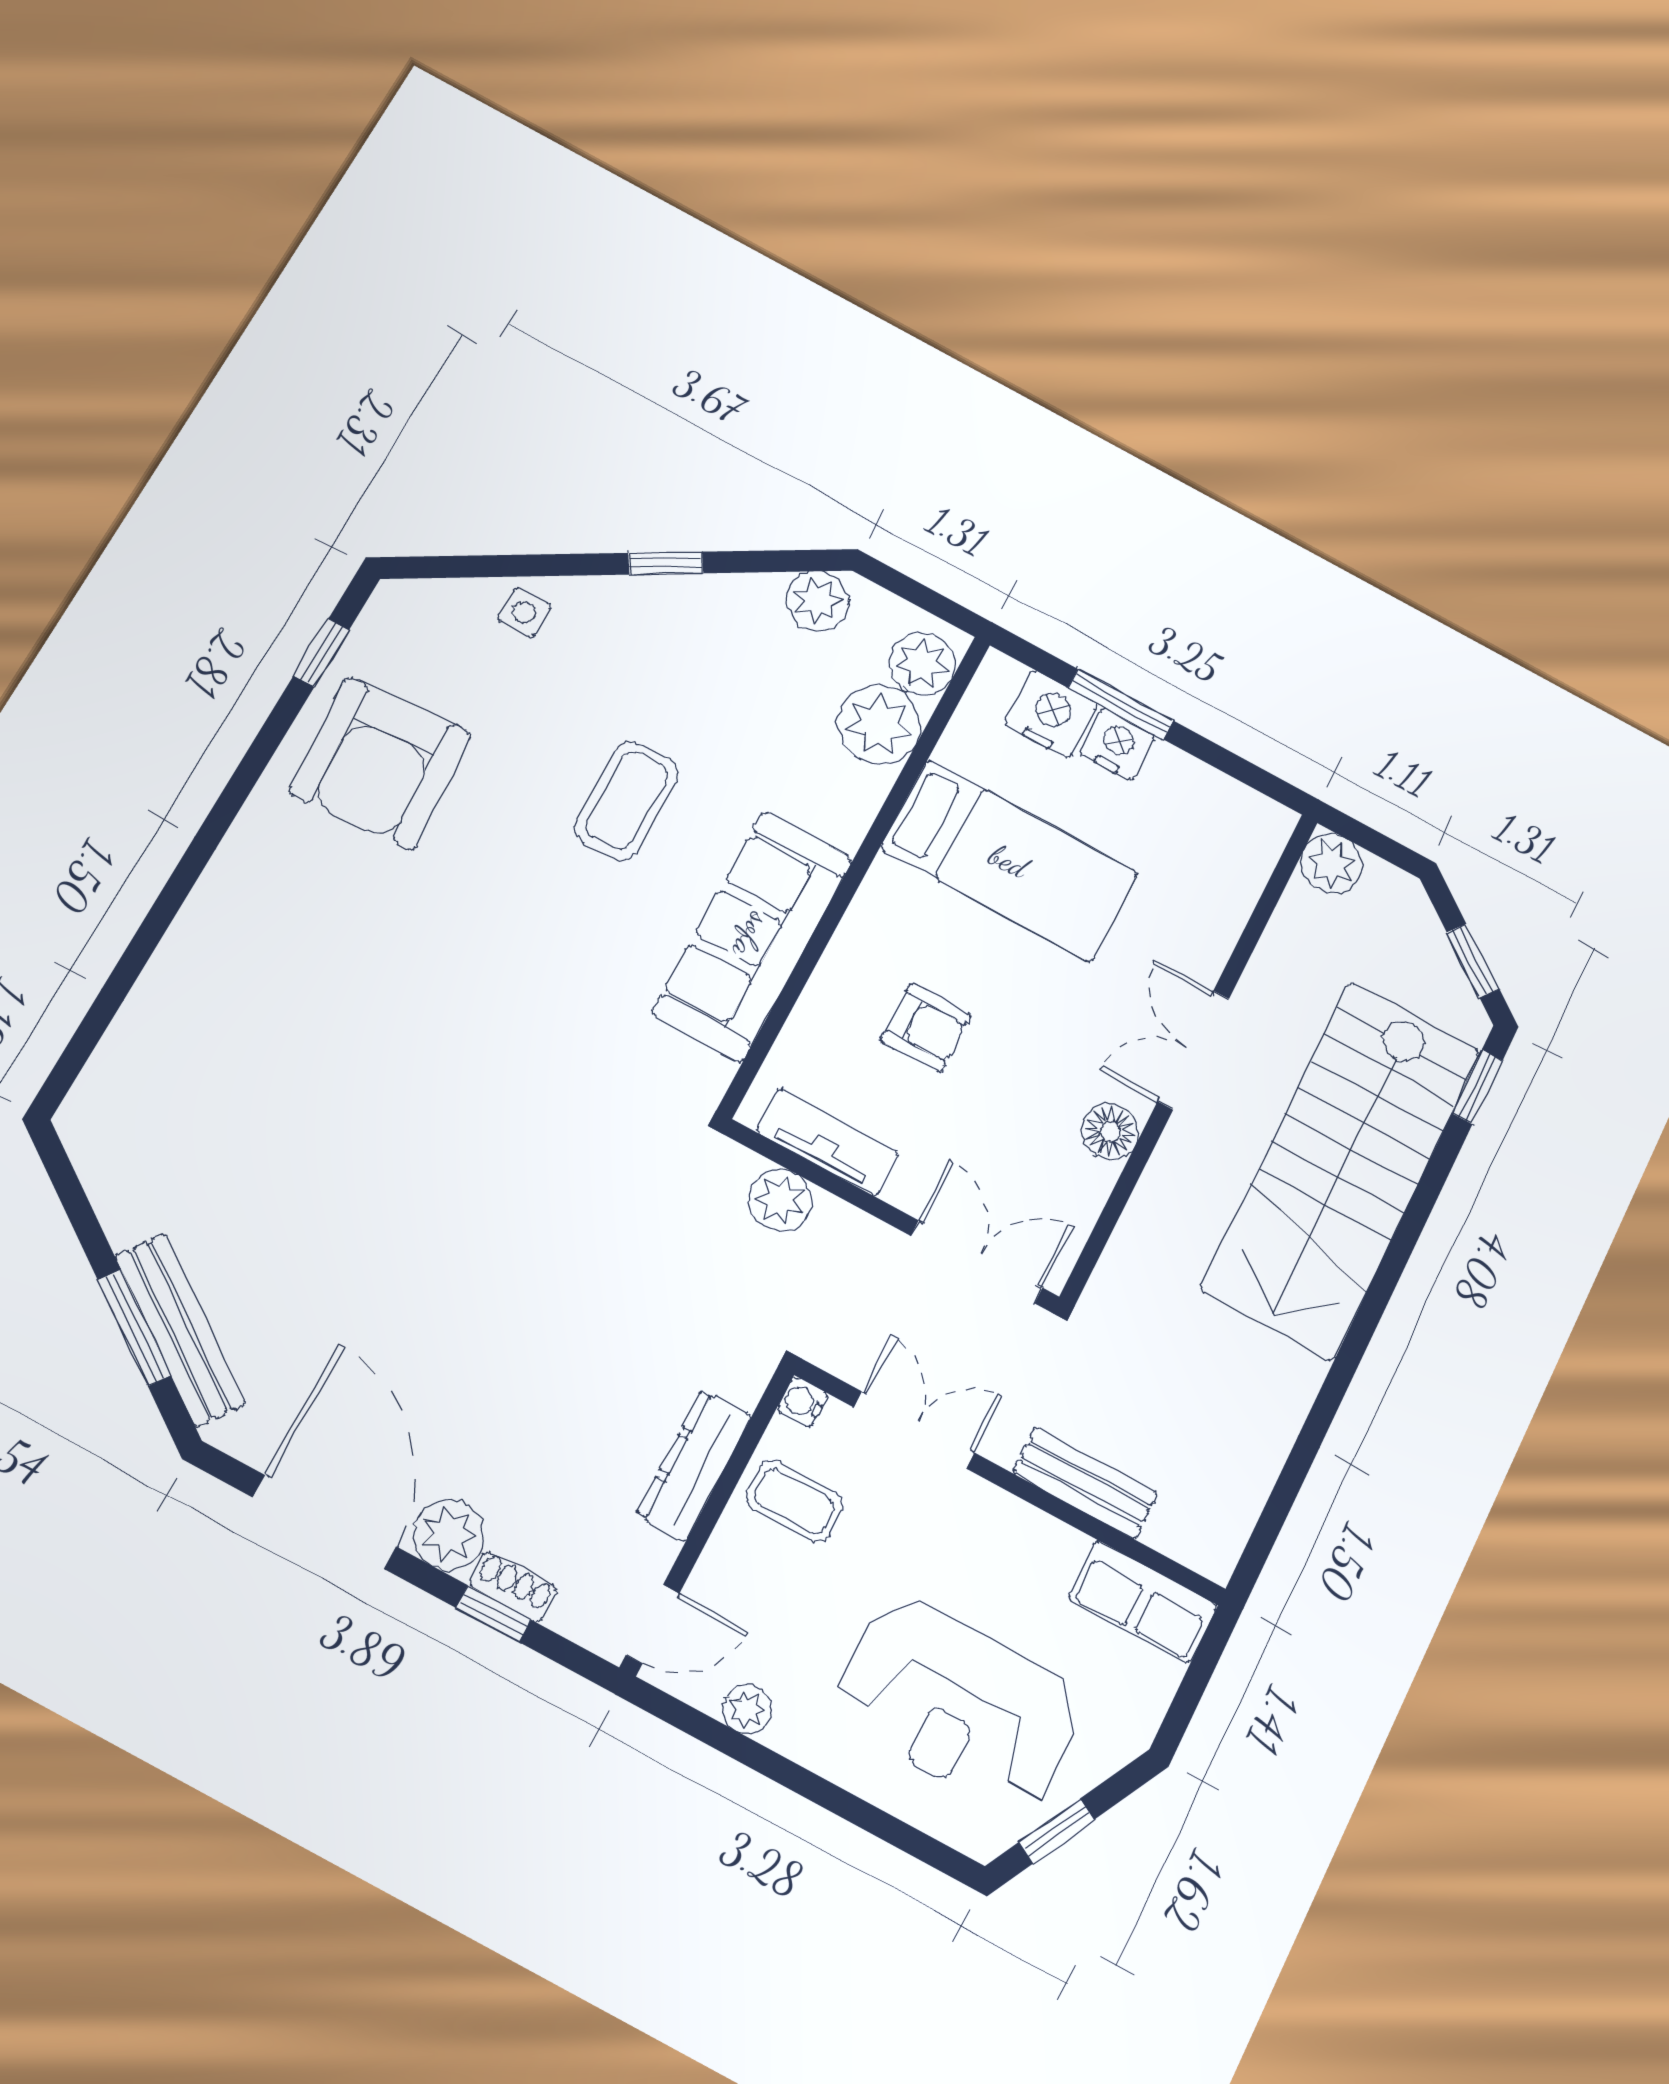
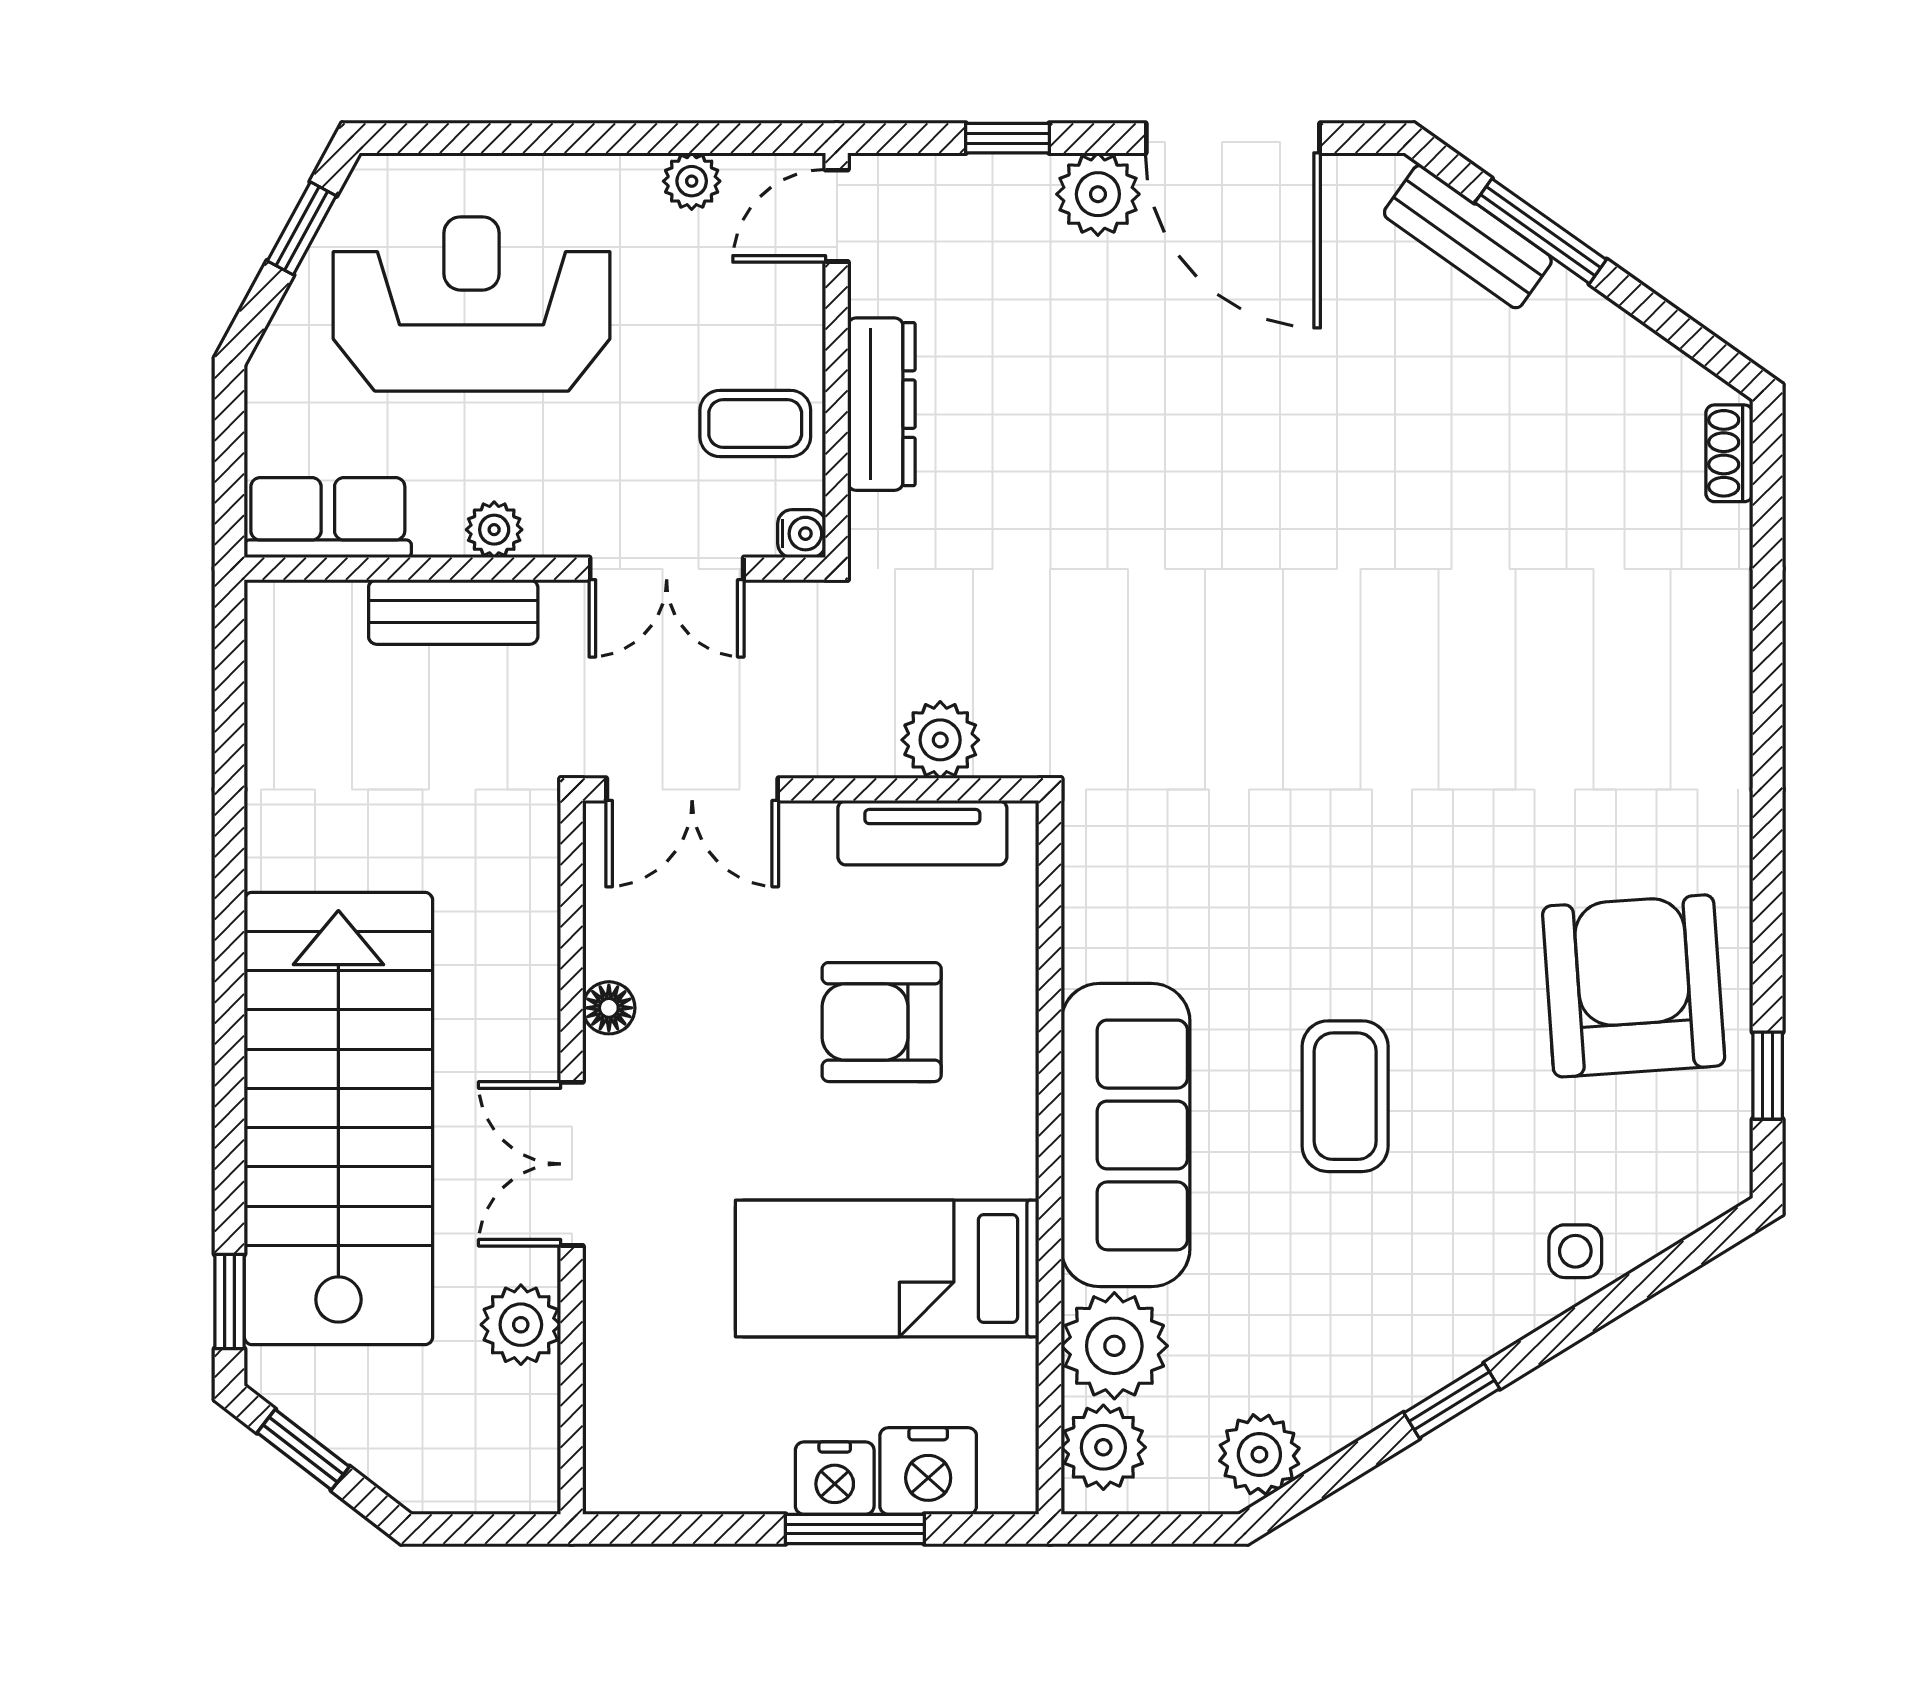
plant: (1332, 864) -> (521, 1325), moved
sofa: (752, 936) -> (1126, 1135), moved
armchair: (926, 1028) -> (882, 1022), width x1.38, depth x1.38
double door: (1193, 1050) -> (572, 1164), swing flipped
floor lamp: (1110, 1132) -> (609, 1008), width x0.73, depth x0.73
bench: (180, 1330) -> (1468, 237), width x0.73
plant: (1025, 1527) -> (494, 530), added
shoe rack: (513, 1587) -> (1729, 453), moved, turned 90

